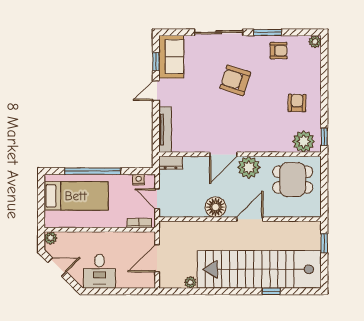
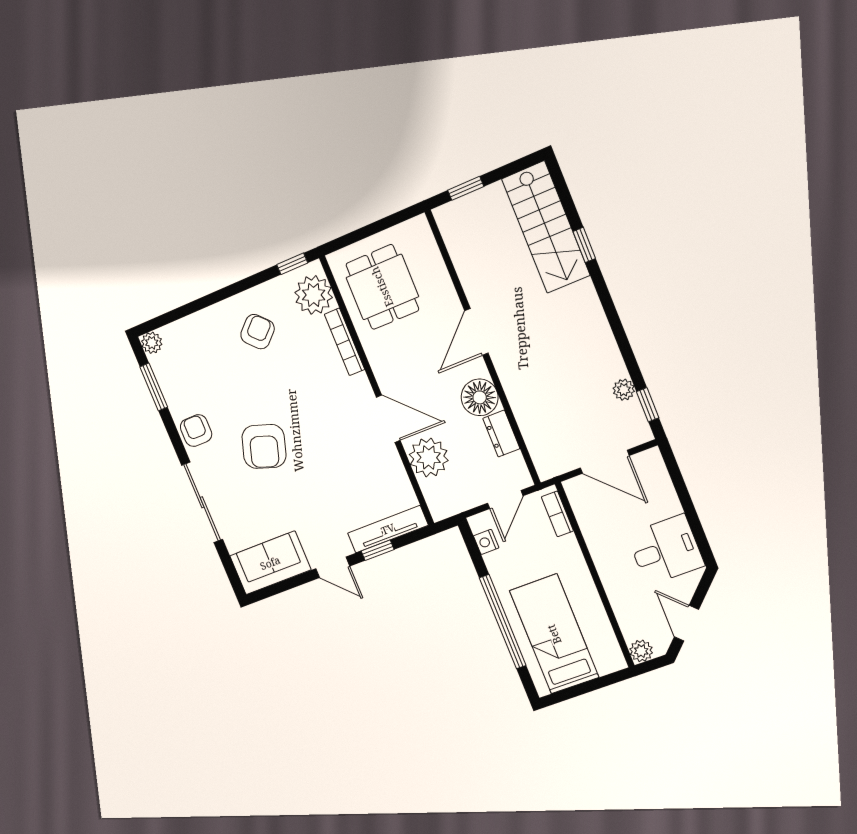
window: (268, 32) -> (154, 387), moved
armchair: (279, 51) -> (196, 431), moved
window: (156, 62) -> (378, 550), moved
armchair: (297, 103) -> (258, 332), turned 135
bookcase: (273, 148) -> (344, 342), added
dresser: (171, 163) -> (501, 434), moved, turned 180
plant: (249, 167) -> (429, 457), moved
door: (250, 219) -> (476, 332), hinge flipped
stairs: (259, 269) -> (546, 227), width x0.54, depth x0.66
window: (178, 291) -> (648, 405), added

